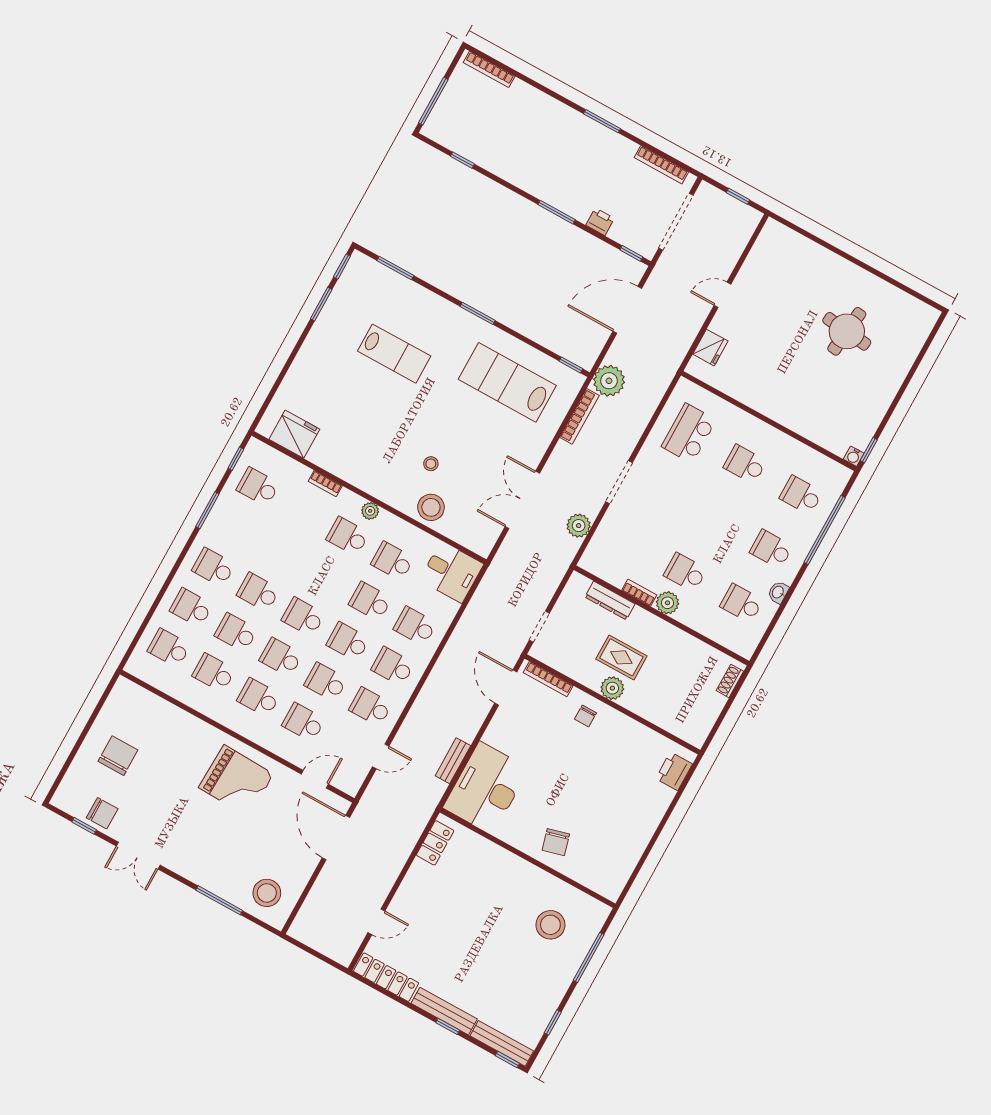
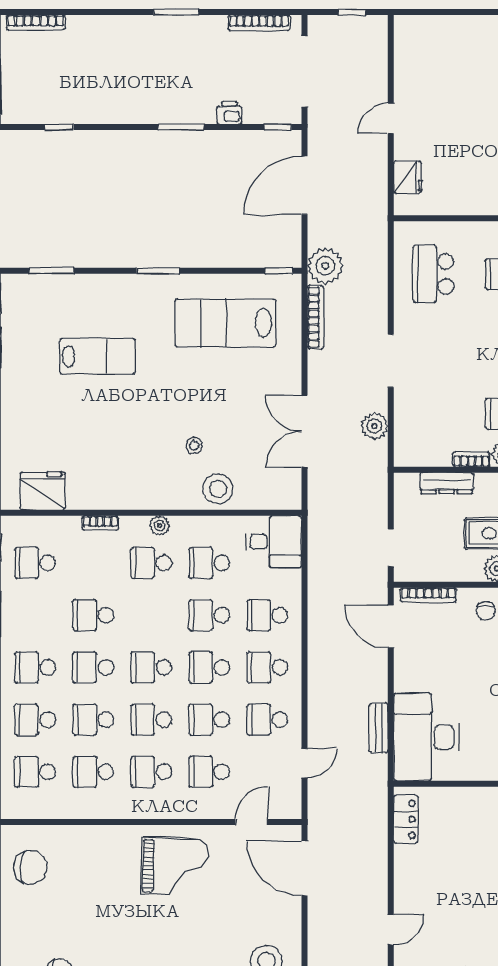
school desk: (281, 552) -> (93, 615), added
chair: (118, 756) -> (30, 867), moved, turned 90

